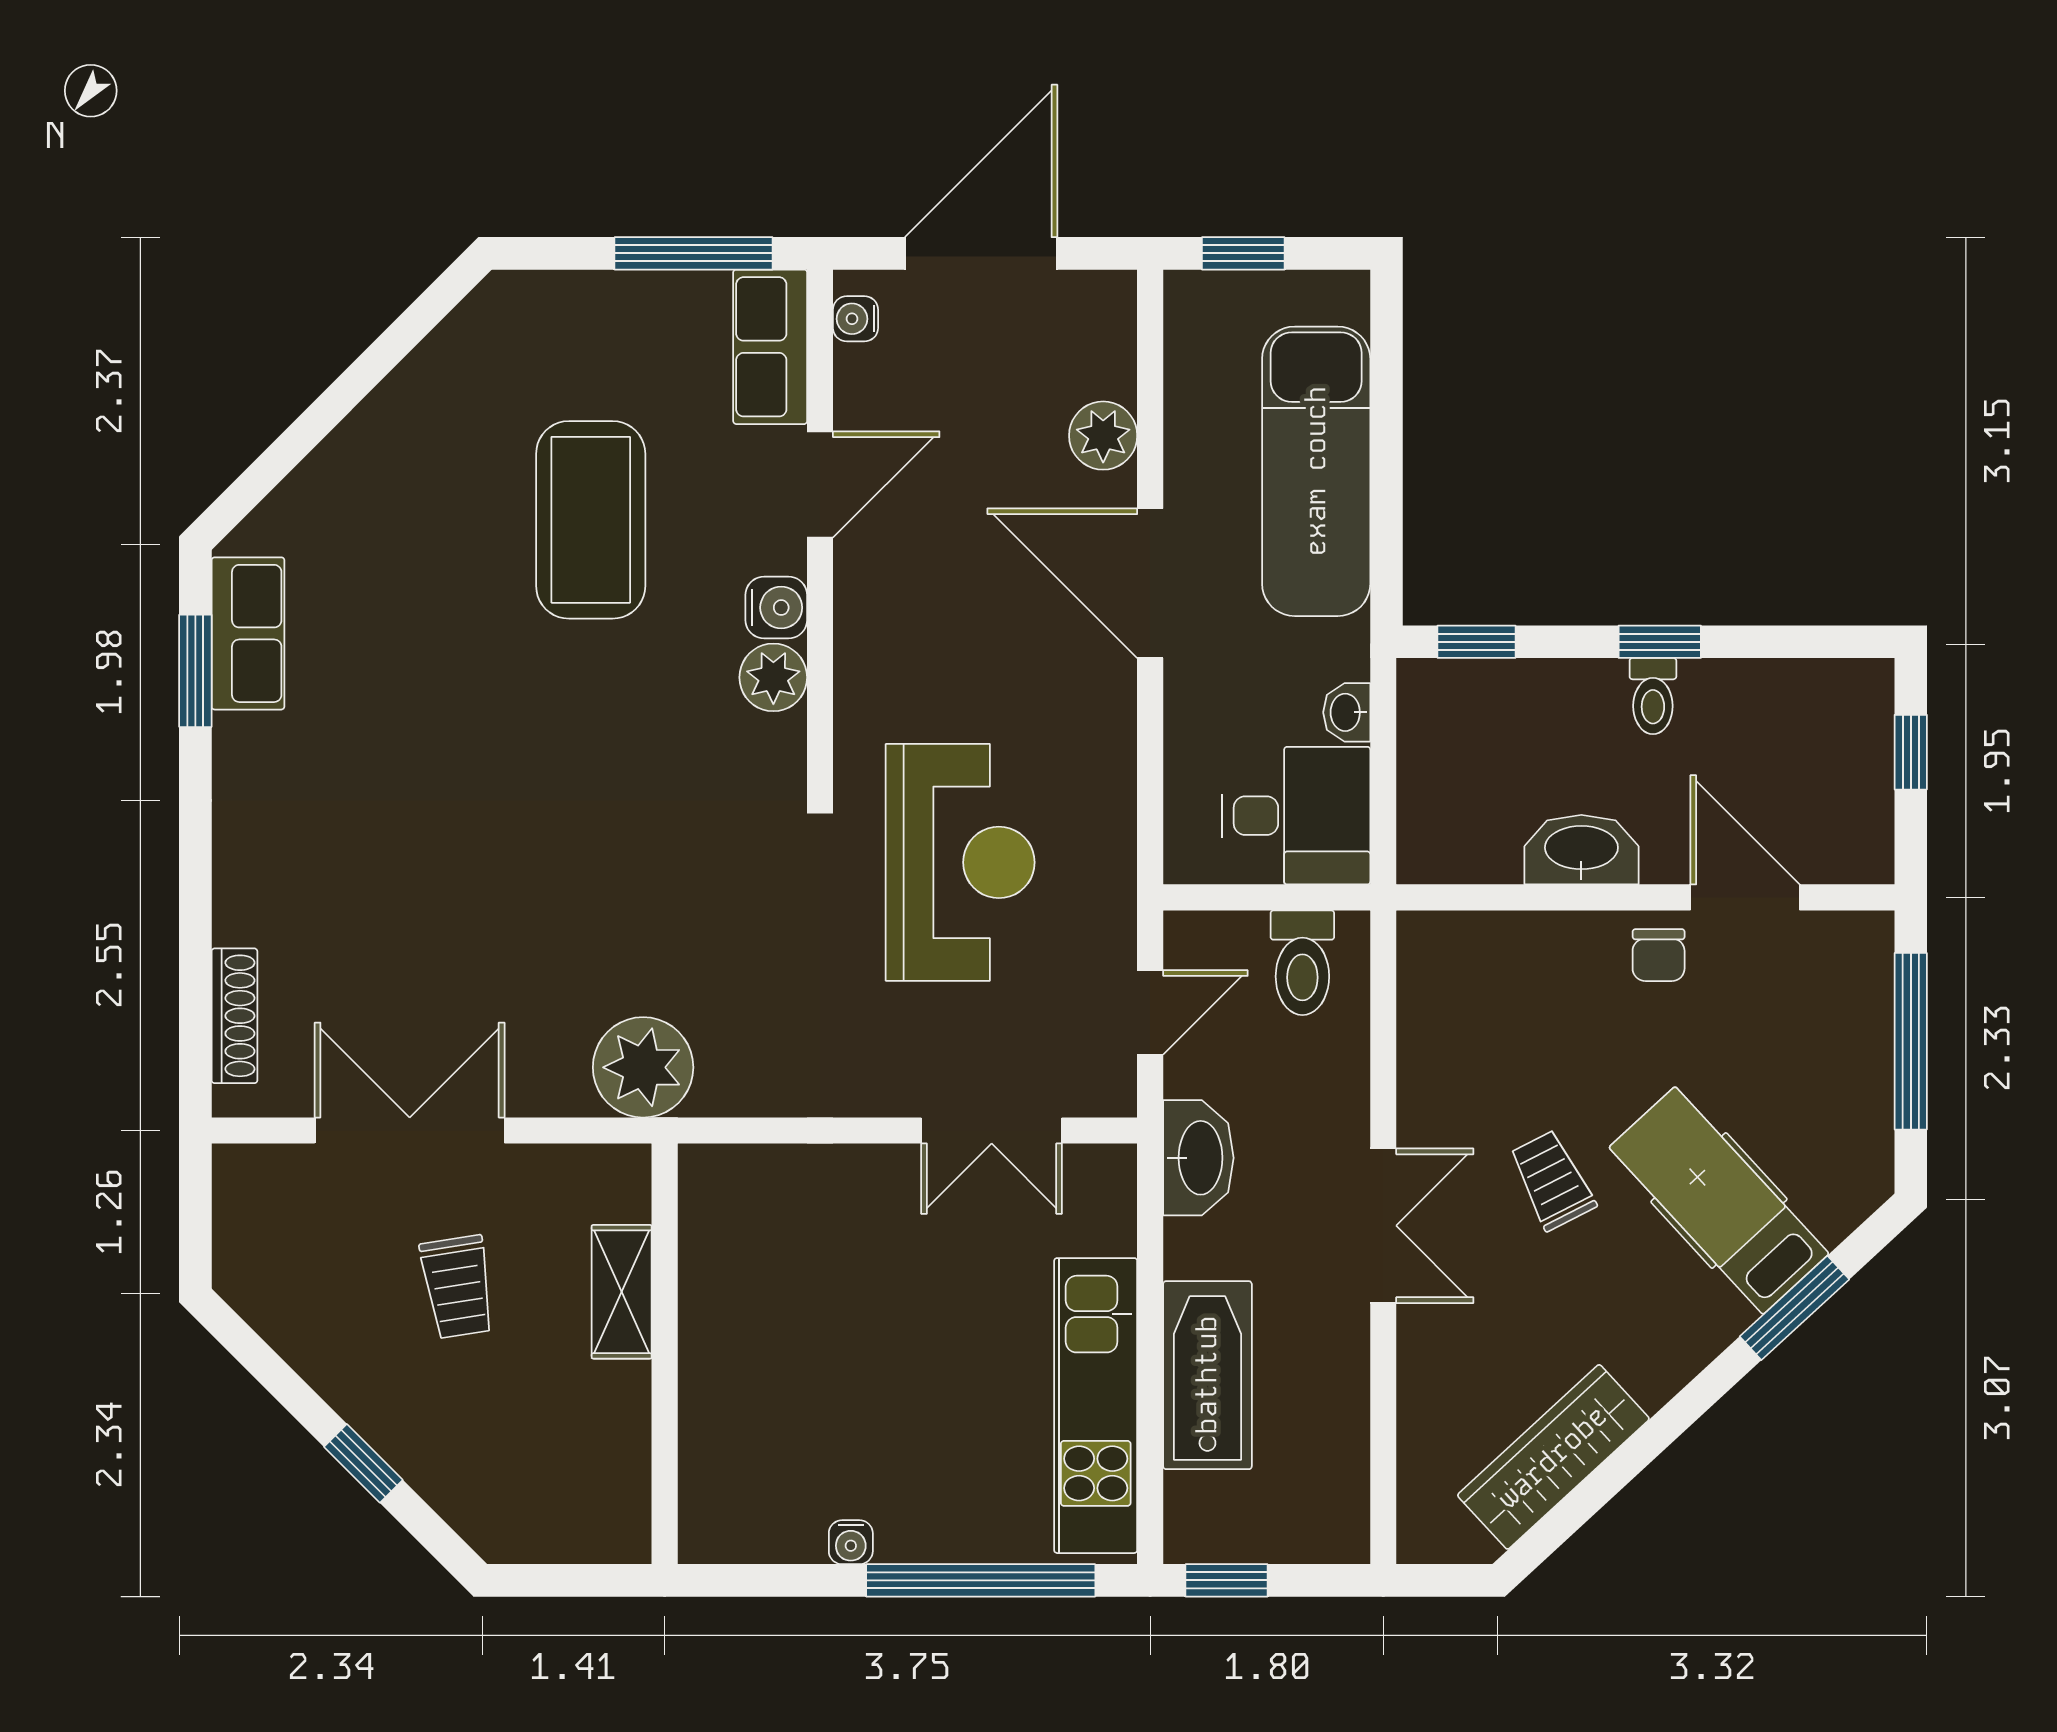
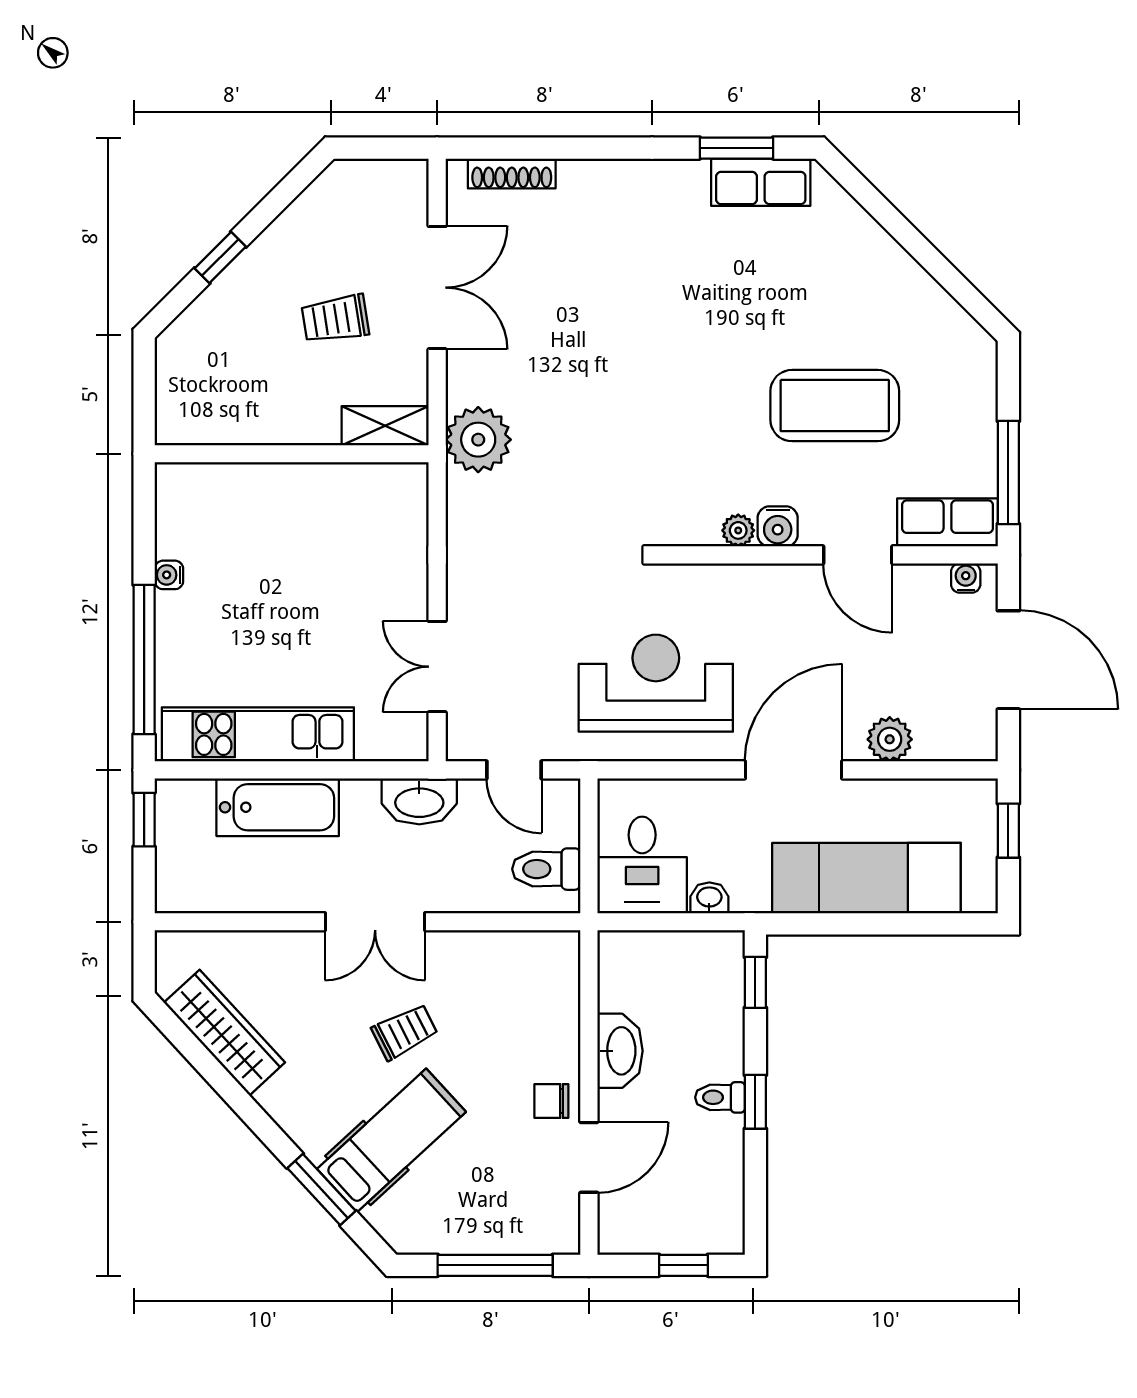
plant: (773, 677) -> (738, 530), width x0.73, depth x0.73
reception desk: (960, 862) -> (656, 683), moved, turned 180
shelving: (622, 1292) -> (385, 426), moved

